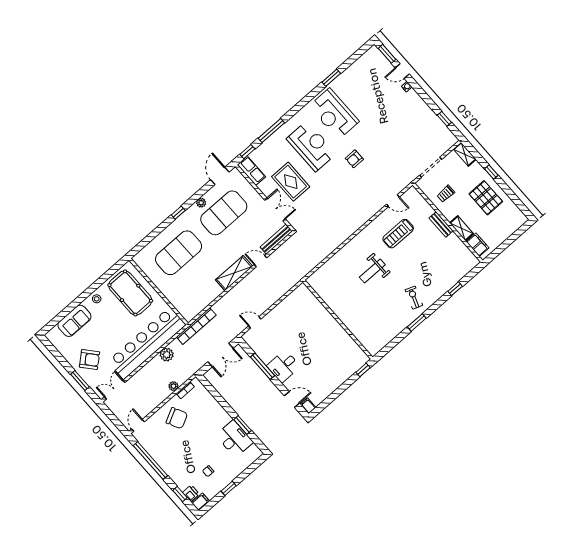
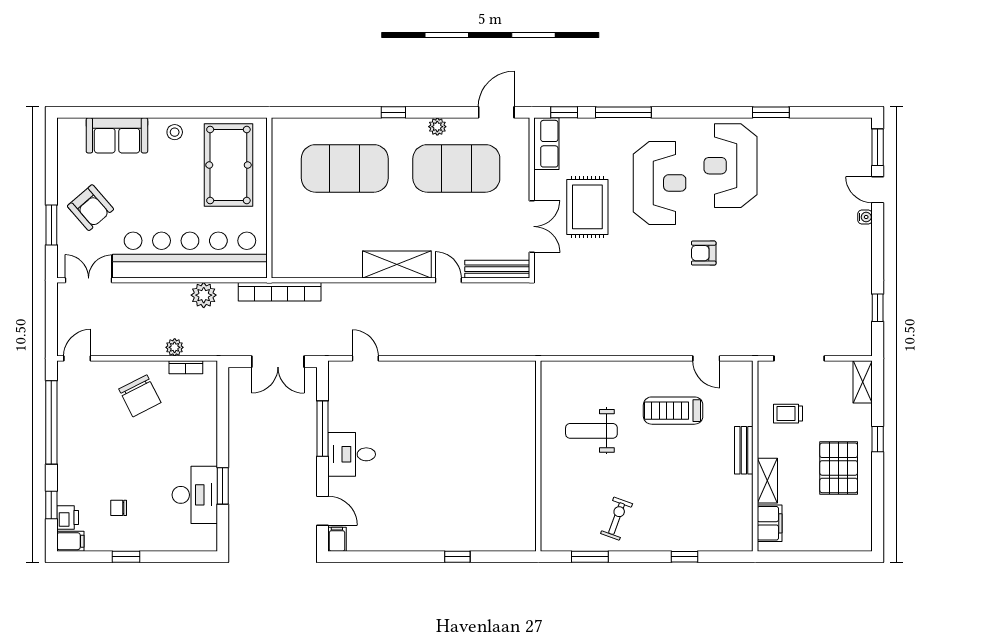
wall: (338, 320) -> (538, 456), moved

